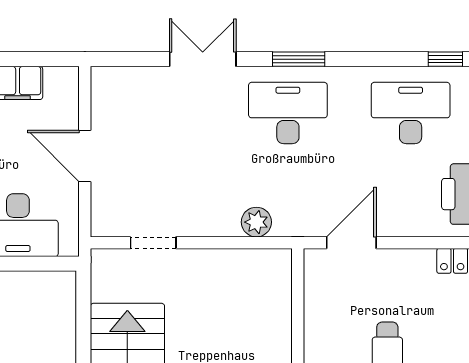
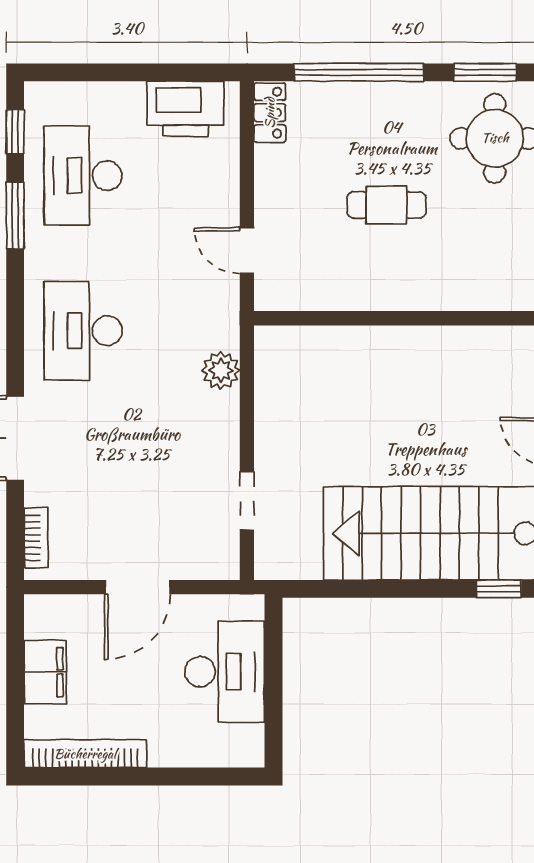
window: (299, 59) -> (15, 216), moved
bookcase: (124, 76) -> (36, 538), added
door: (351, 243) -> (247, 250), width x0.73

